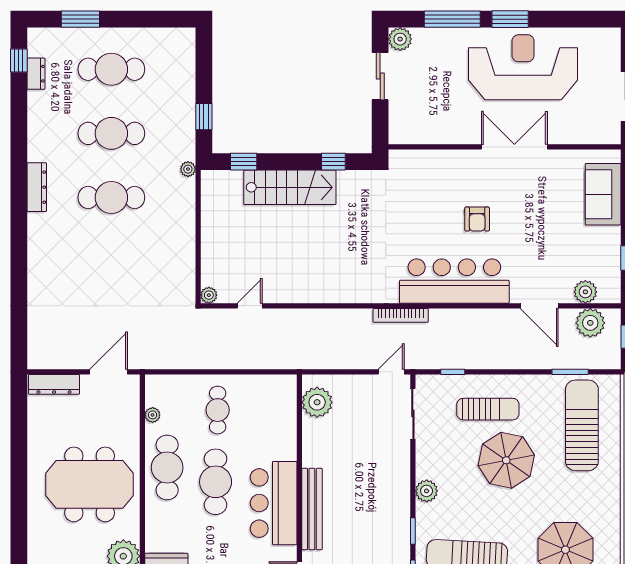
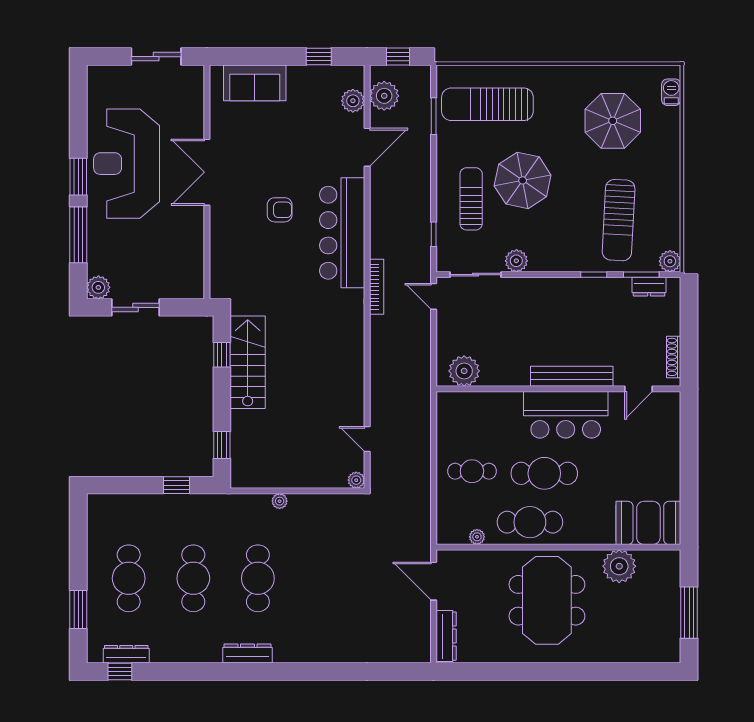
dresser: (36, 74) -> (126, 654), width x1.44
plant: (188, 169) -> (280, 501), moved
stairs: (290, 187) -> (248, 362), moved
plant: (427, 491) -> (516, 261), moved

